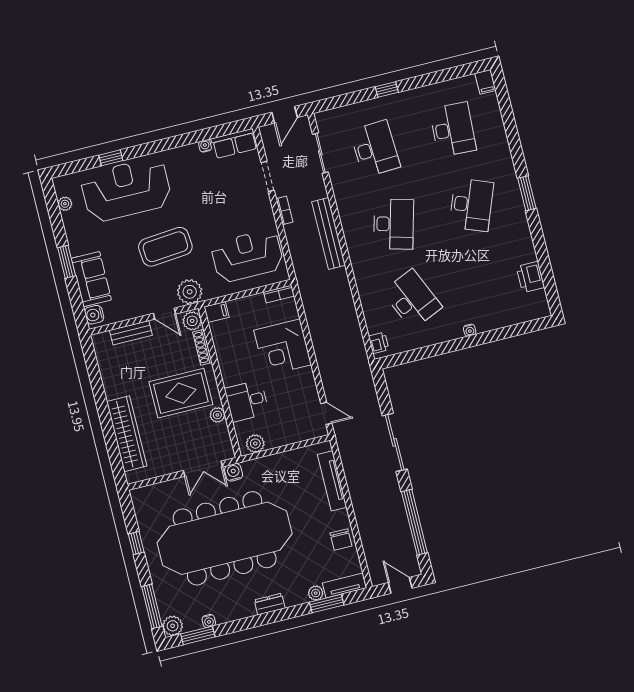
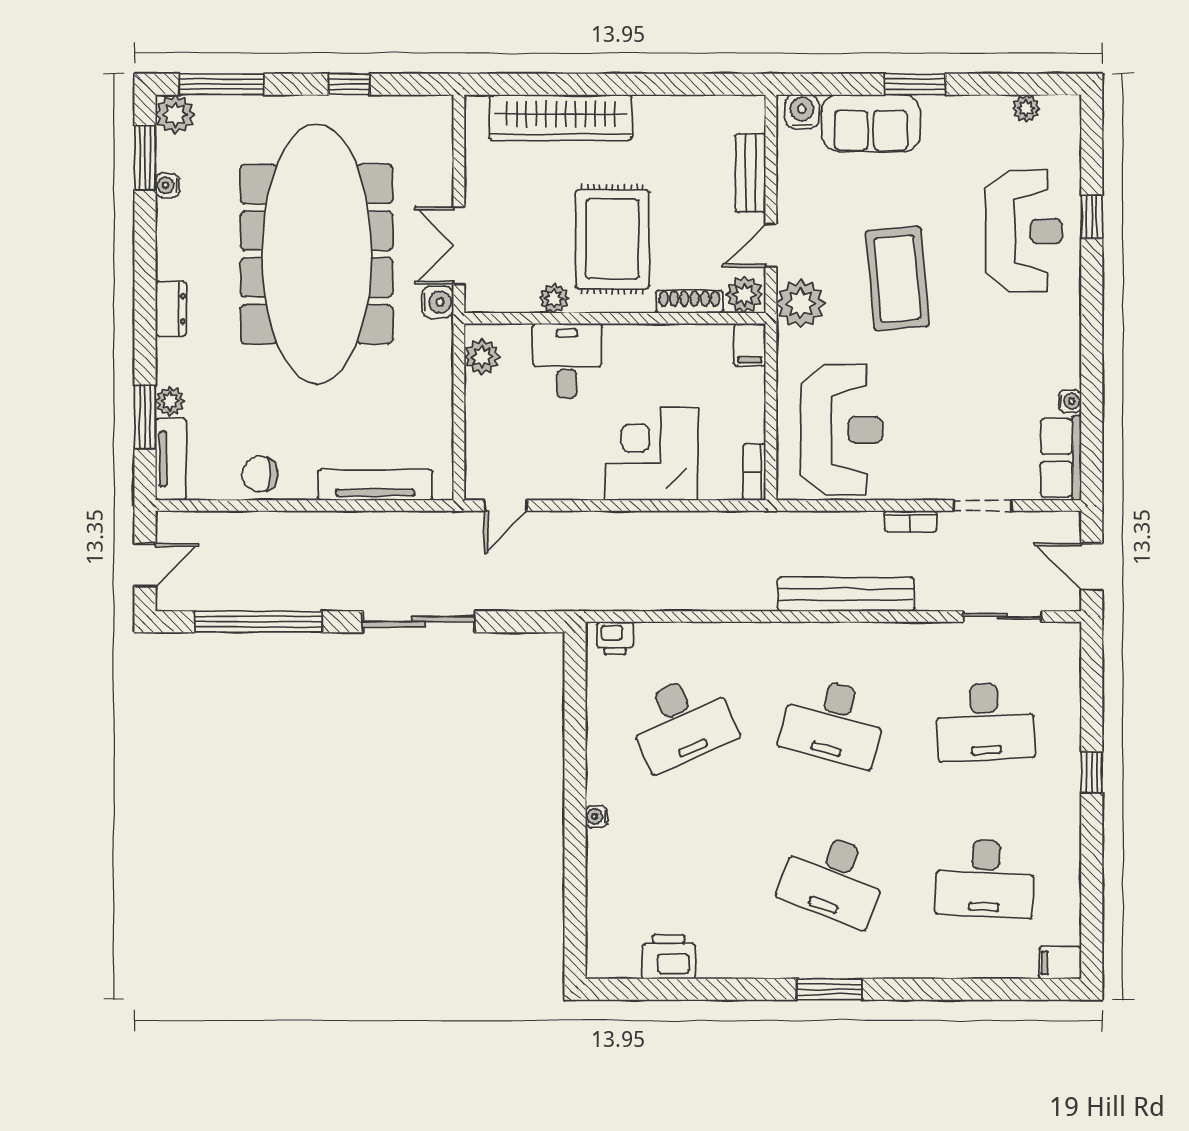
reception desk: (126, 190) -> (1024, 231), width x0.74, depth x0.77

